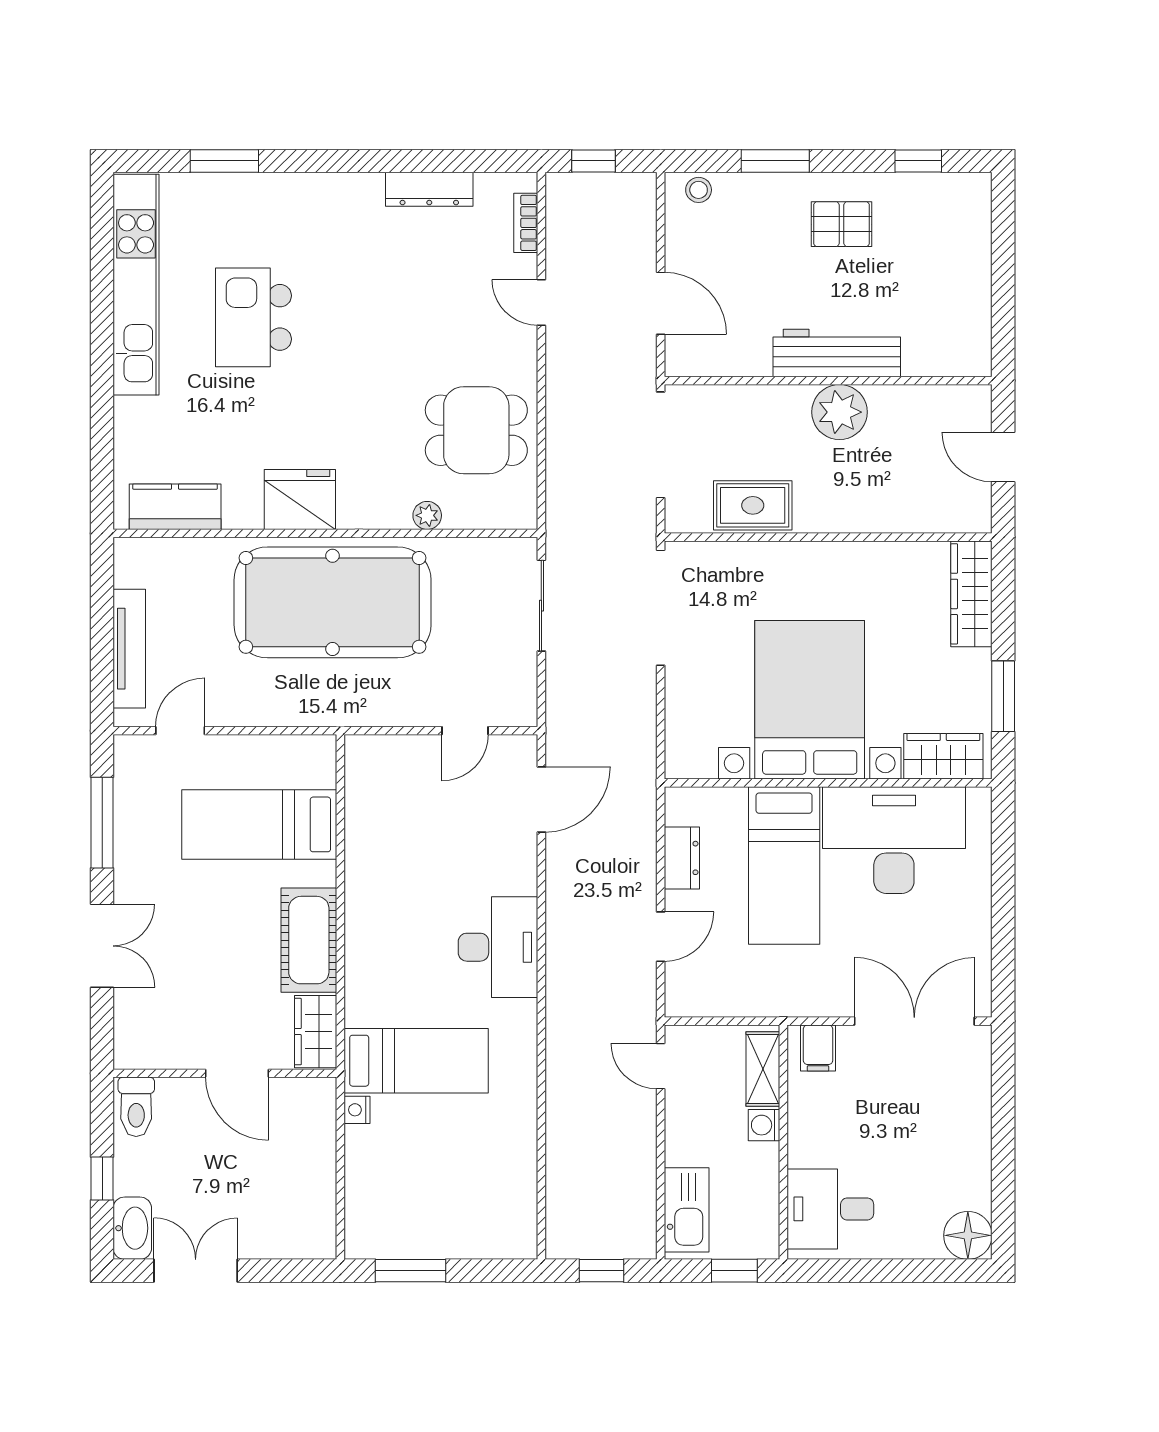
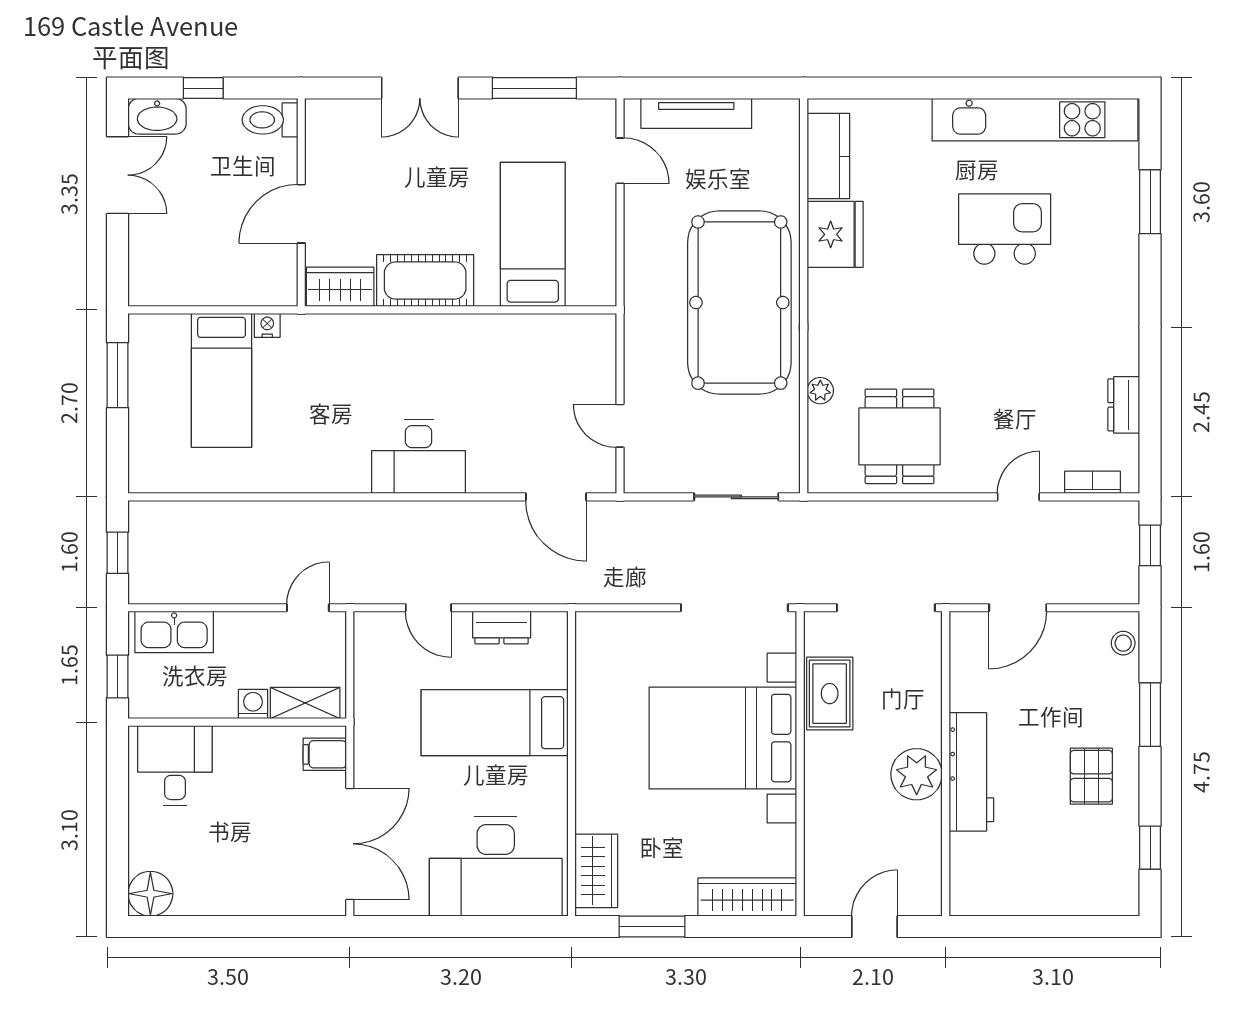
dresser: (429, 189) -> (1124, 405), width x0.70
fridge: (300, 500) -> (835, 234), moved
bed with nightstands: (810, 700) -> (723, 738), moved, turned 180
desk: (894, 840) -> (496, 866), moved, turned 90
bed: (416, 1061) -> (222, 380), moved

